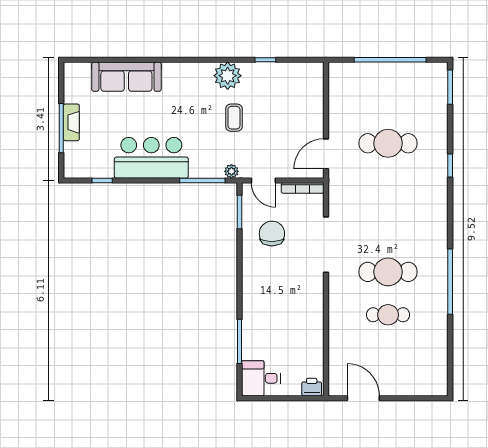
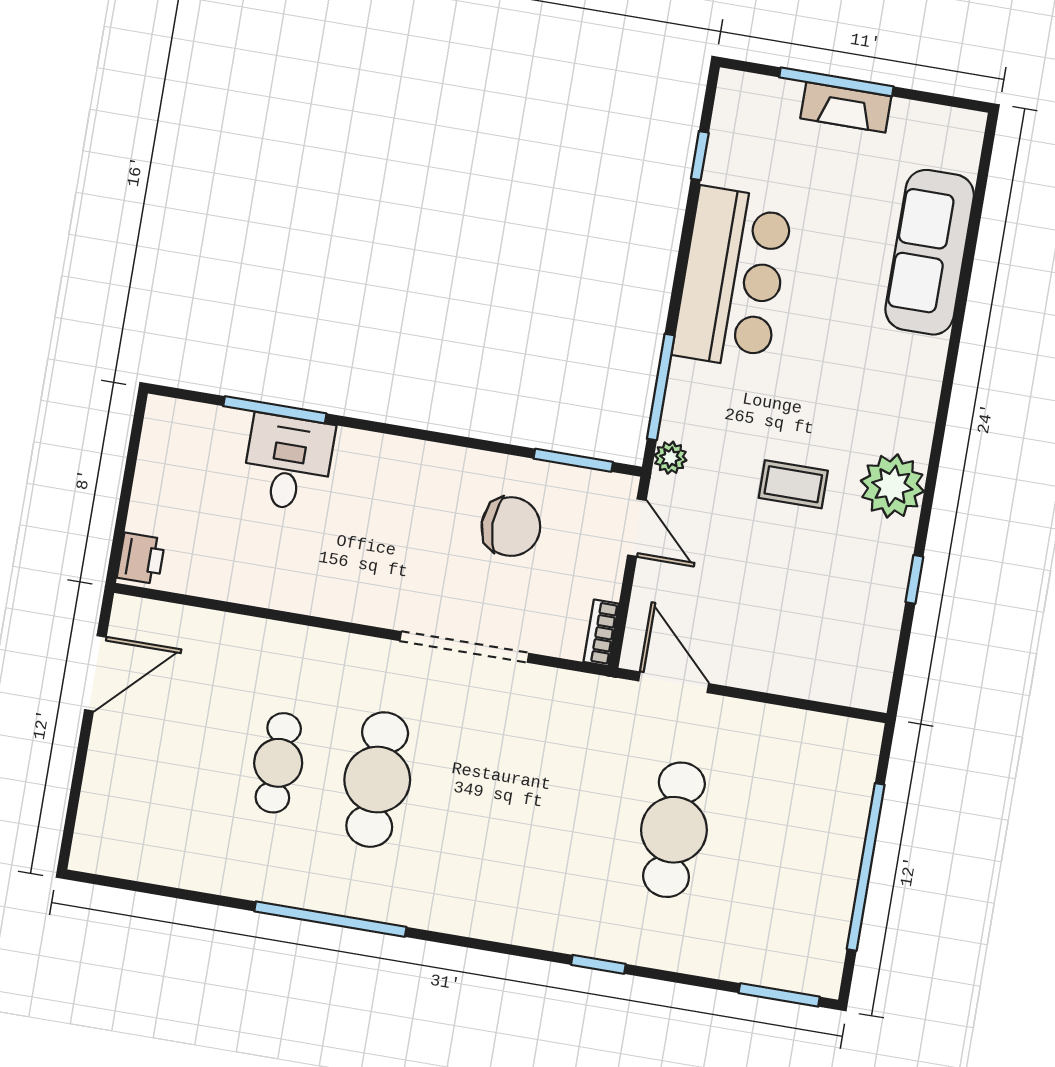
door: (263, 180) -> (637, 528), swing flipped
bookcase: (303, 188) -> (601, 633), width x0.64
desk: (261, 378) -> (288, 463), moved

